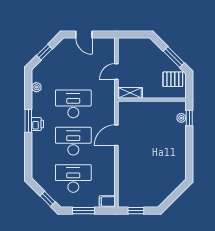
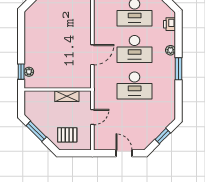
pallet: (173, 79) -> (67, 135), moved
plant: (36, 87) -> (171, 50), moved
shelving: (130, 93) -> (67, 96), moved
printer: (37, 124) -> (170, 24), moved

